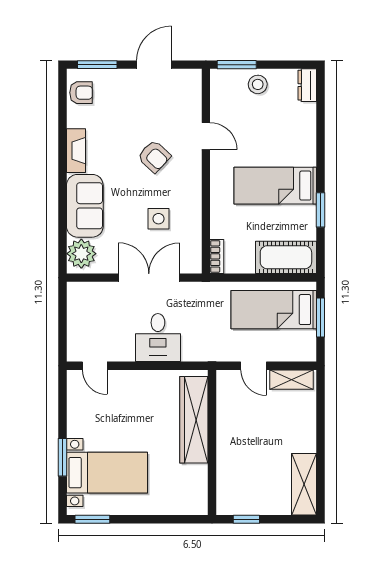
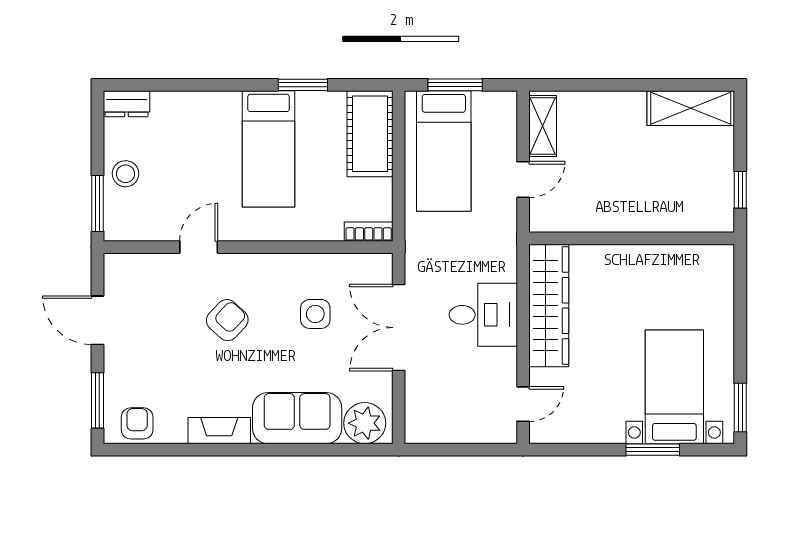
wardrobe: (194, 420) -> (549, 306), moved, turned -90

